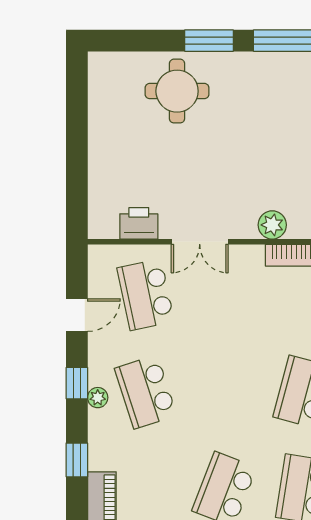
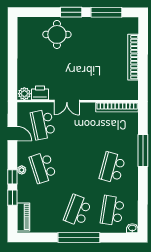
plant: (272, 225) -> (24, 94), moved
door: (77, 315) -> (12, 134), hinge flipped
window: (77, 383) -> (12, 177), moved

